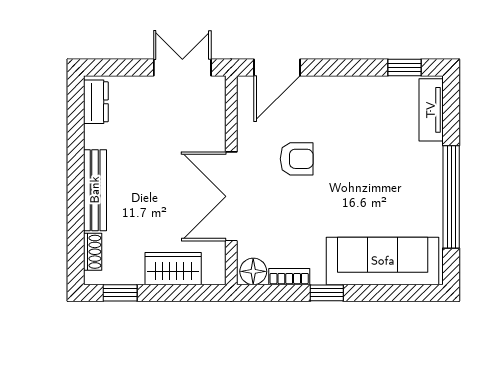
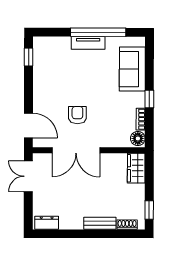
tv unit: (431, 110) -> (88, 43), moved
bench: (95, 190) -> (100, 223), width x0.73
double door: (231, 196) -> (76, 150), moved
sofa: (383, 261) -> (132, 69), width x0.73
wardrobe: (173, 269) -> (136, 168), moved

